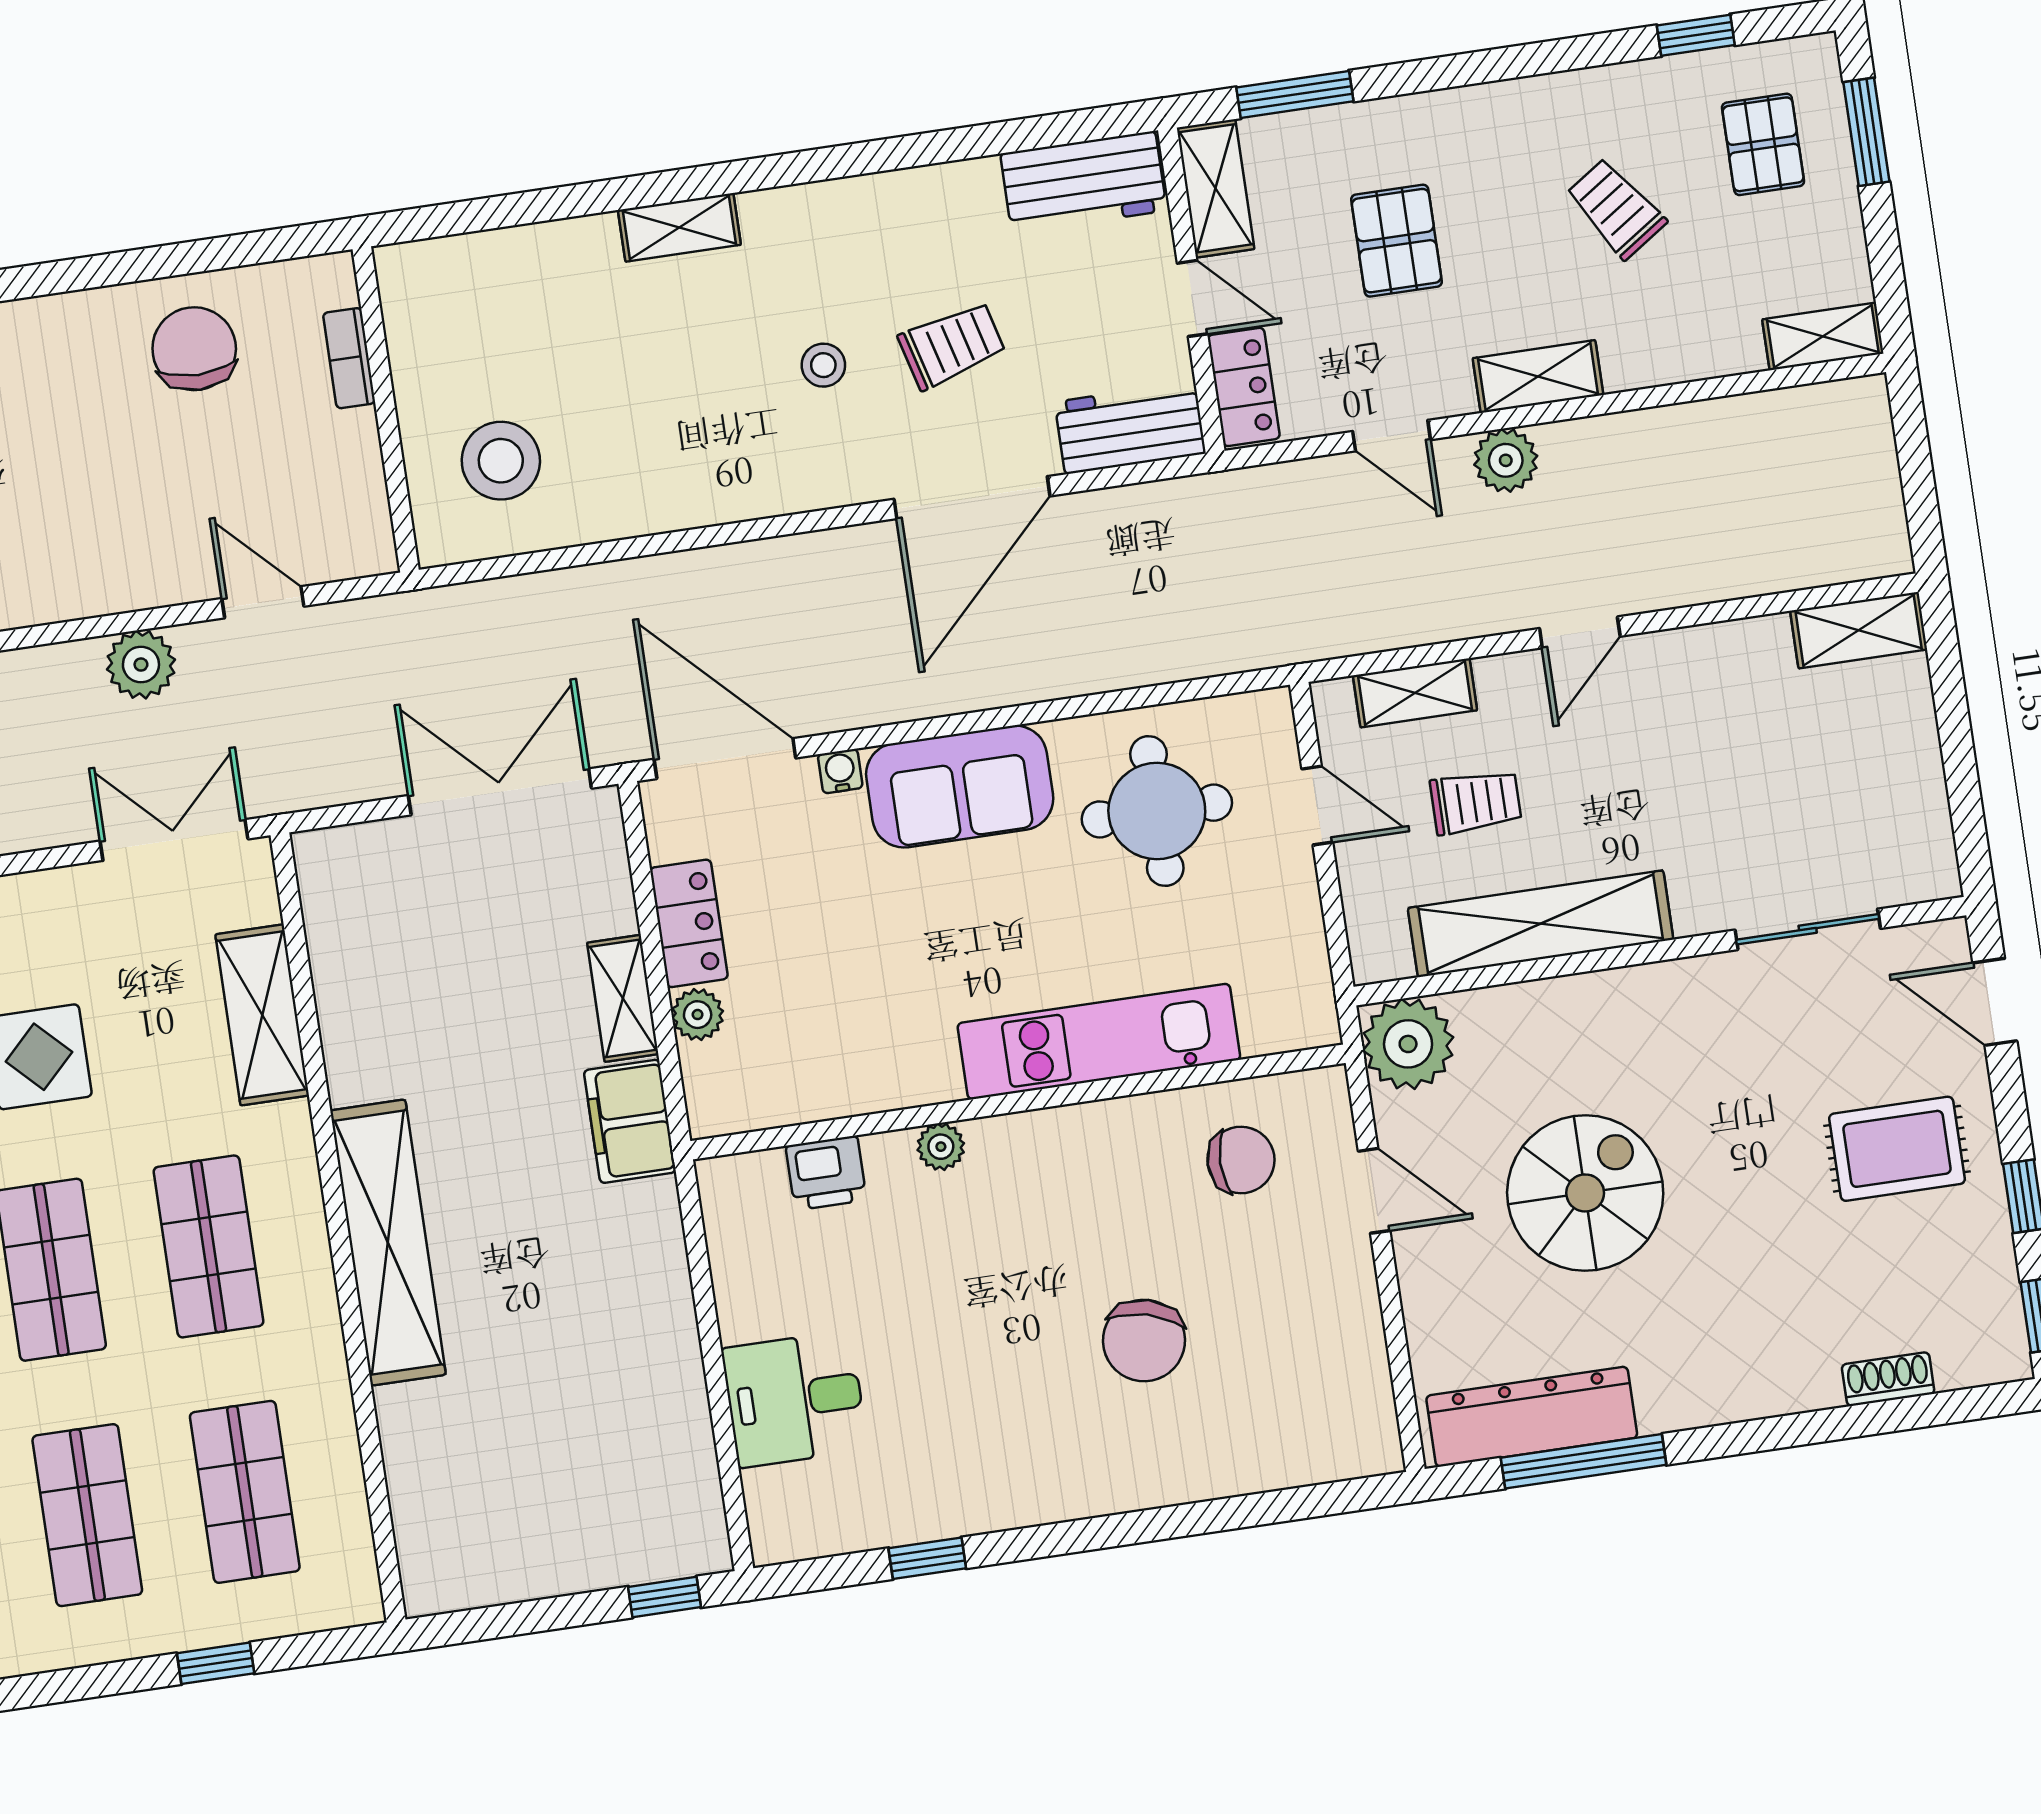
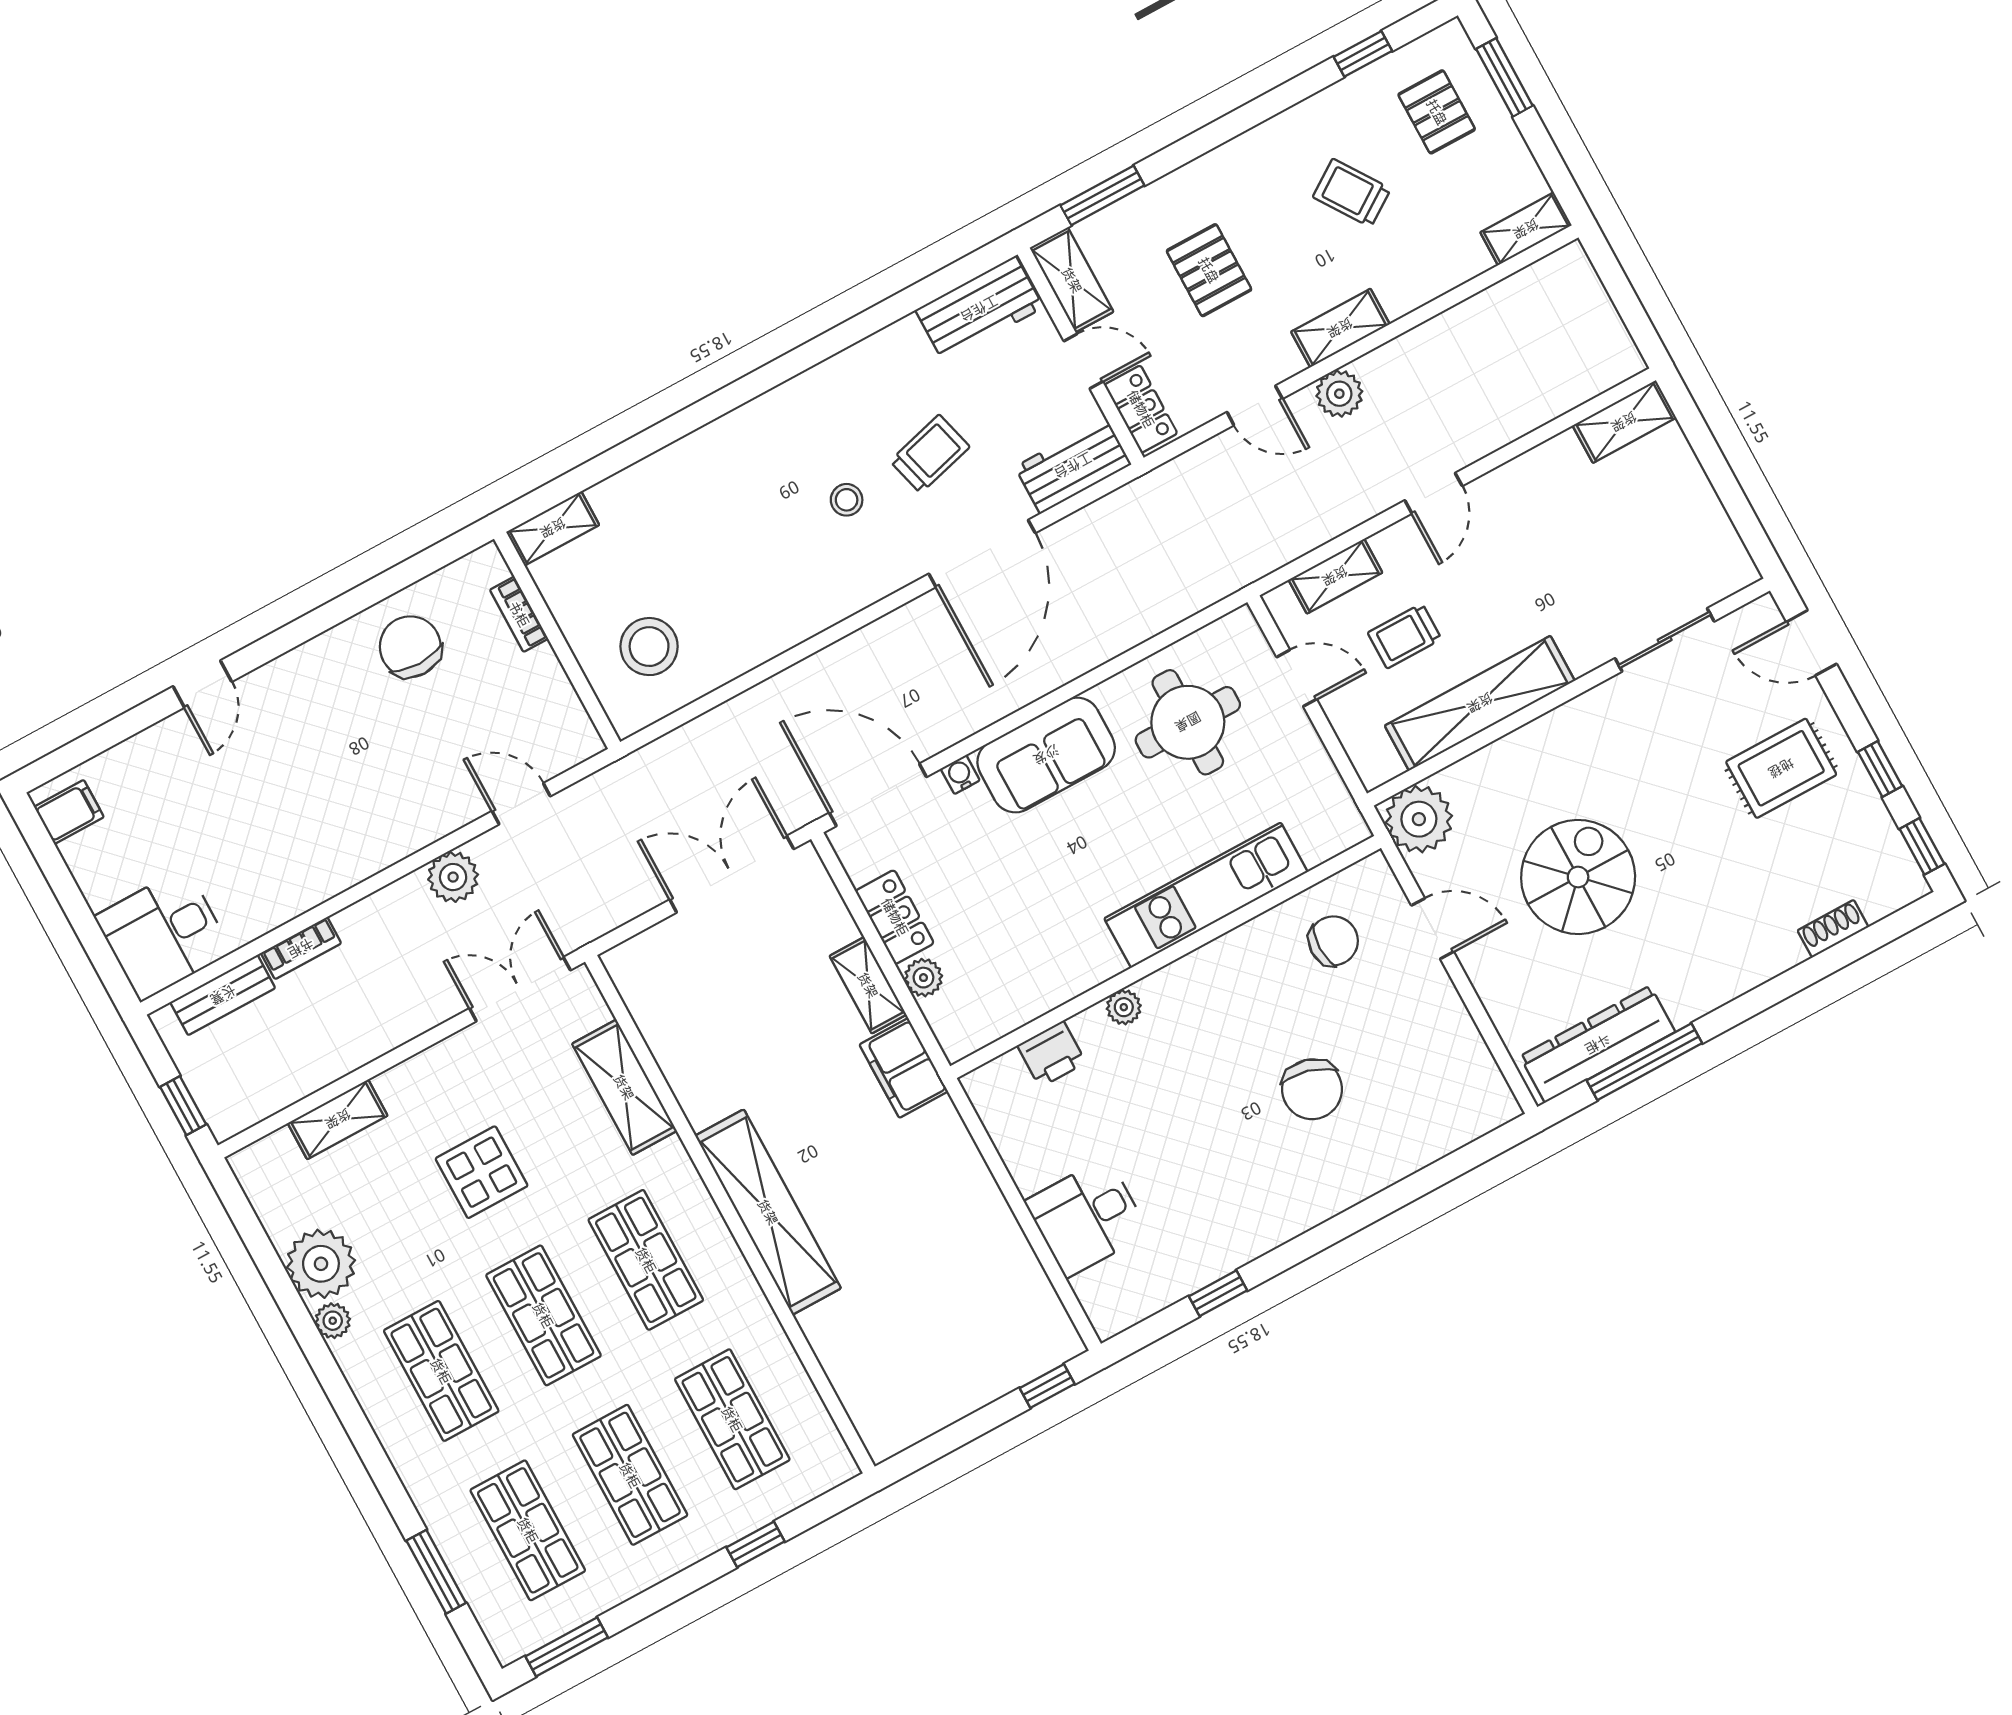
shelving: (679, 227) -> (553, 528), moved
trolley: (1476, 802) -> (1405, 636), turned 180

